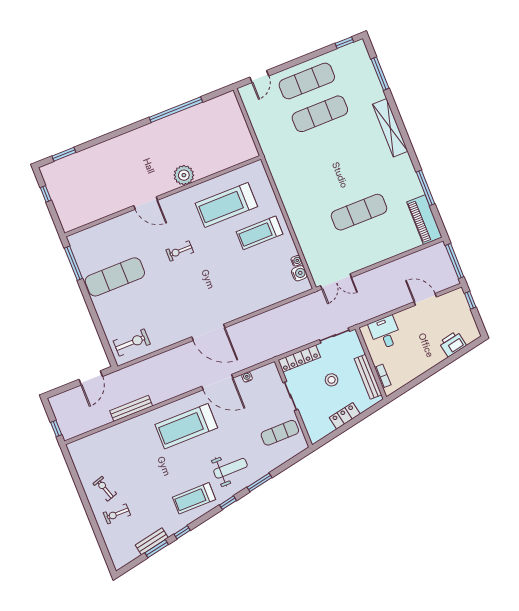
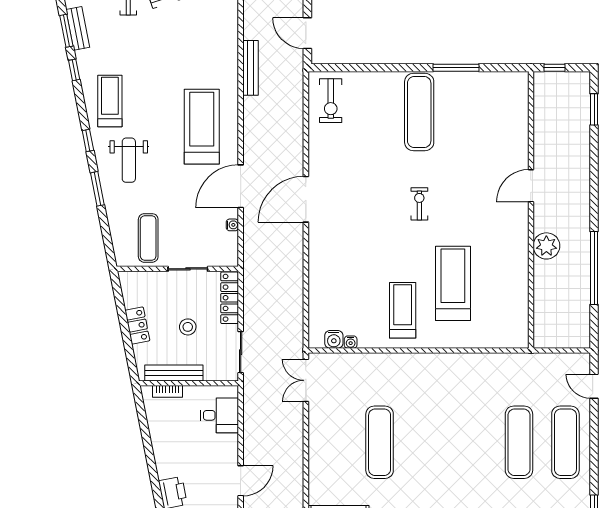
plant: (184, 175) -> (546, 246), moved
wall: (163, 196) -> (531, 210), moved
door: (146, 203) -> (531, 186), moved

